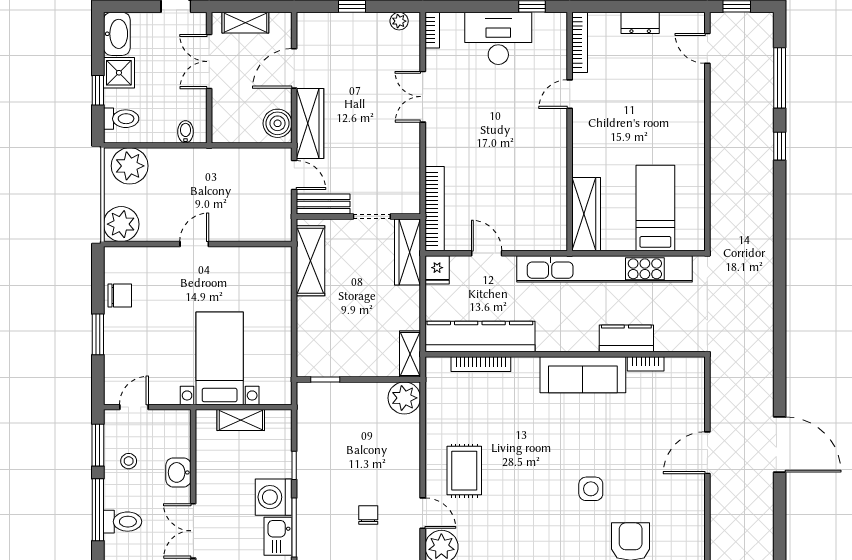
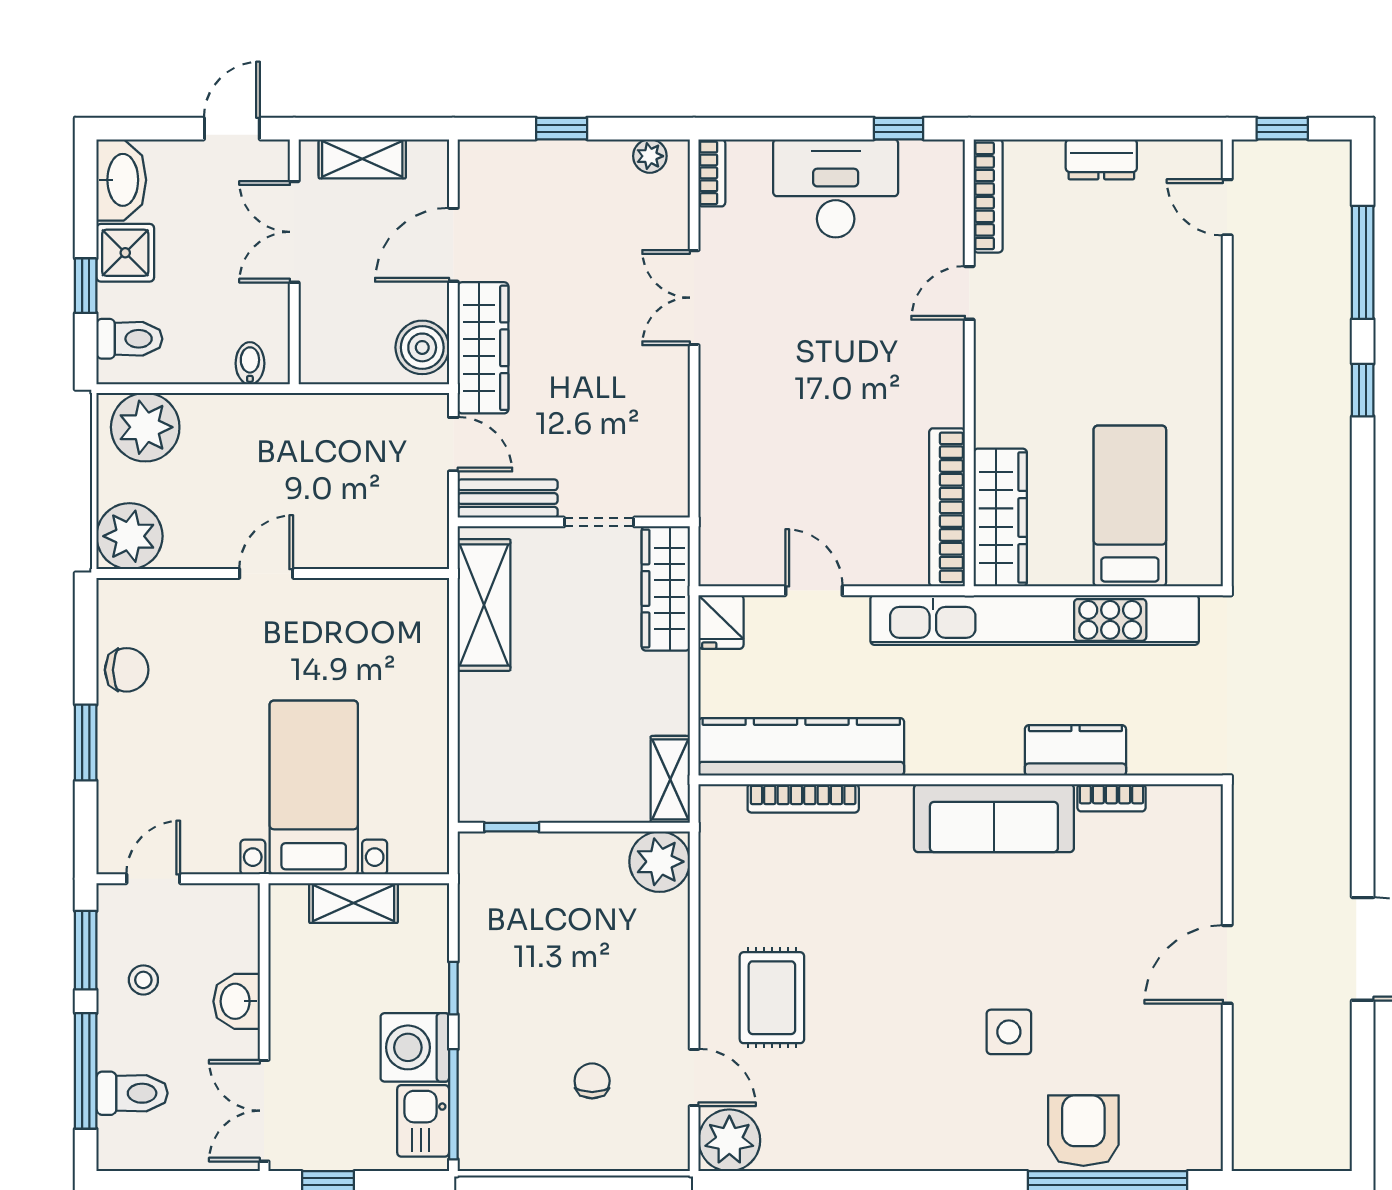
bookcase: (435, 209) -> (947, 507), moved, turned 180

